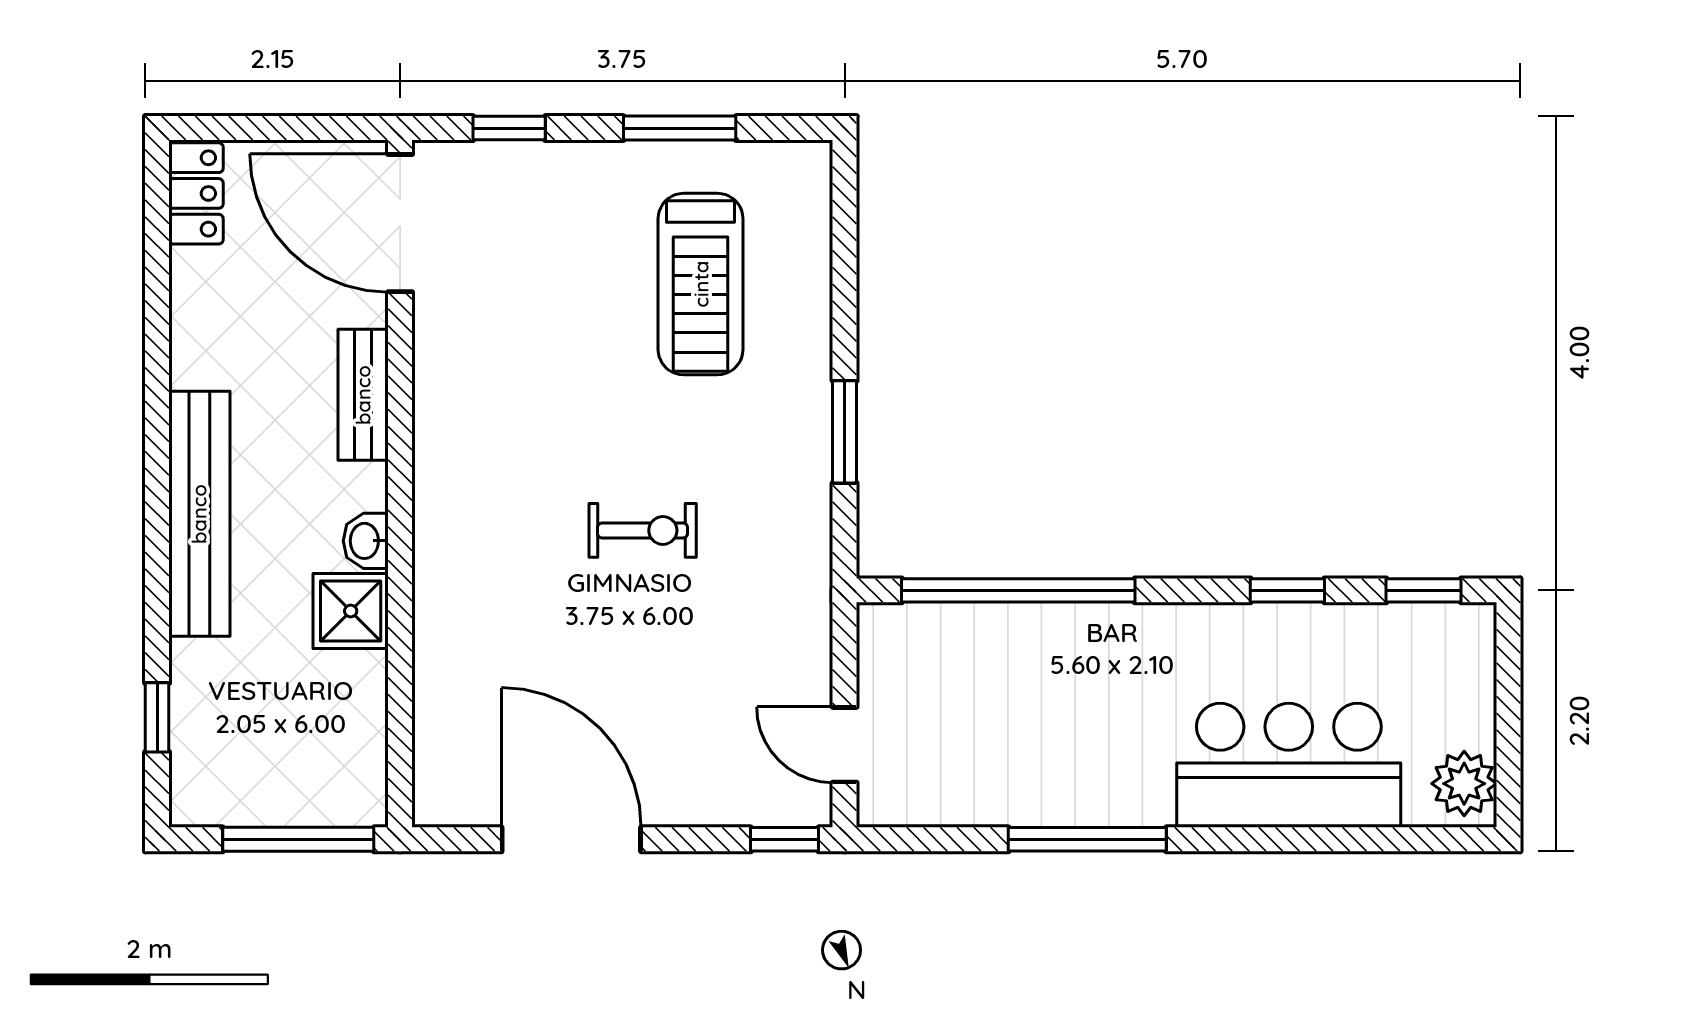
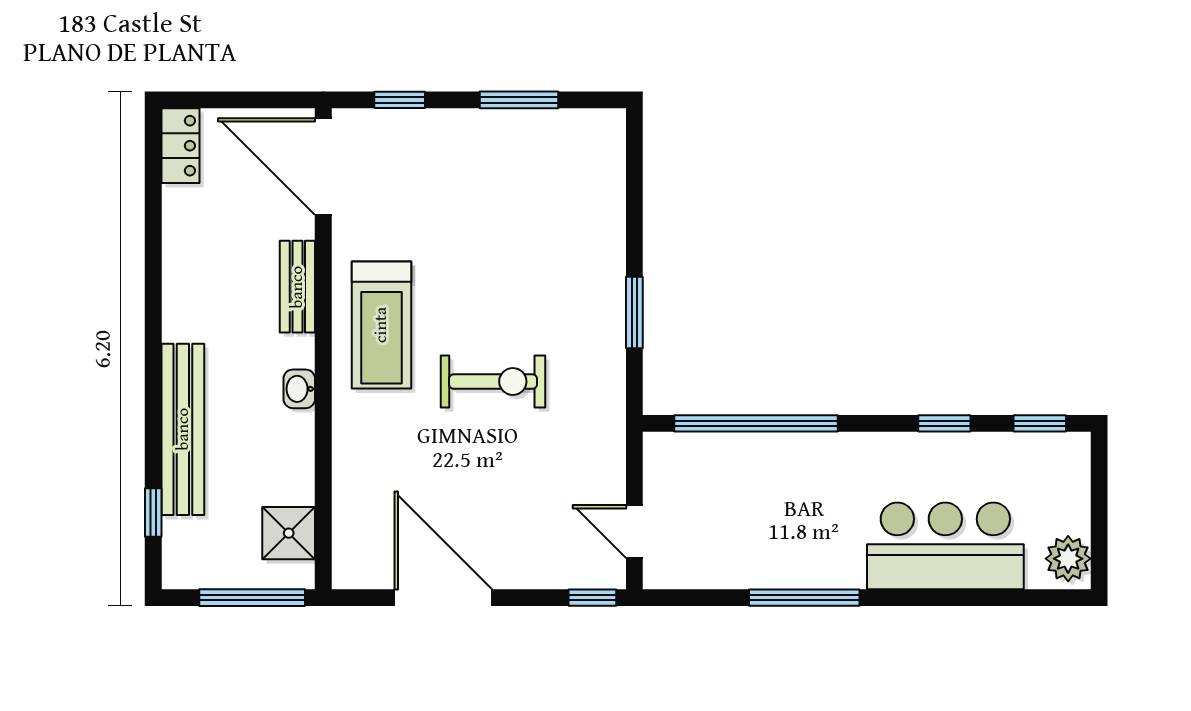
treadmill: (701, 284) -> (381, 325), moved
bench: (199, 514) -> (183, 429), moved
exercise bike: (643, 530) -> (493, 382), width x1.38, depth x1.39
shower: (351, 611) -> (289, 533), moved

